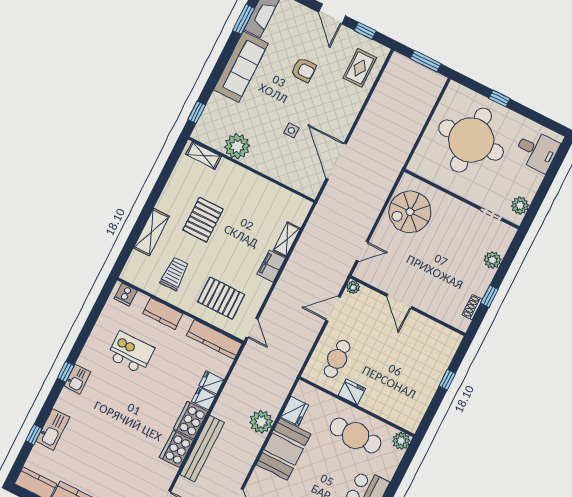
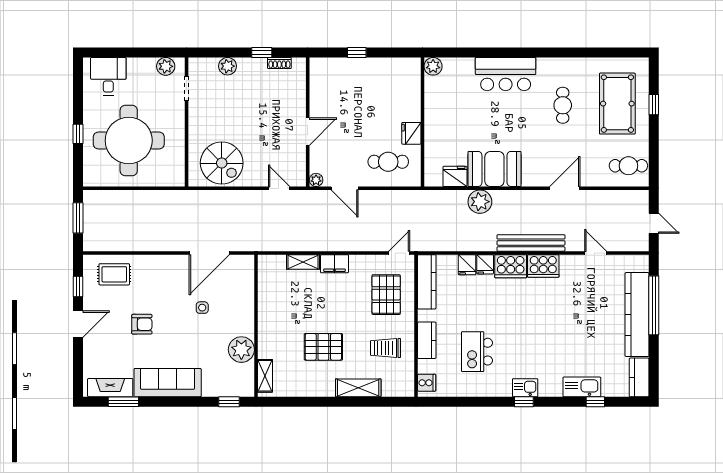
armchair: (304, 70) -> (142, 324), turned 90
cafe table: (355, 435) -> (449, 110), removed

